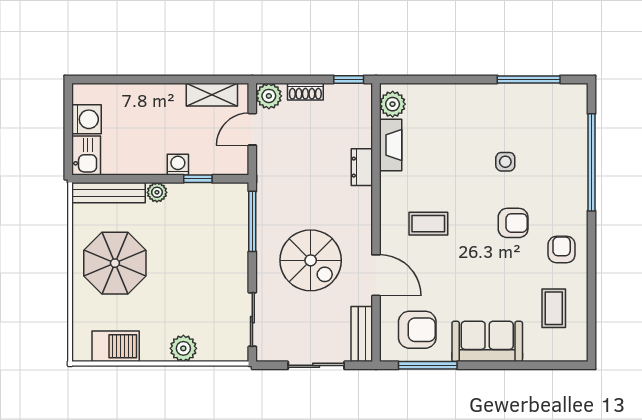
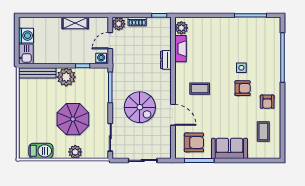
shelving: (212, 95) -> (75, 23), moved
side table: (505, 162) -> (241, 68), moved
washing machine: (178, 165) -> (101, 59), moved
plant: (157, 192) -> (66, 77), width x1.88, depth x1.88
armchair: (562, 250) -> (267, 102), turned 180
parasol: (115, 263) -> (73, 119), moved
bench: (362, 334) -> (166, 145), removed

